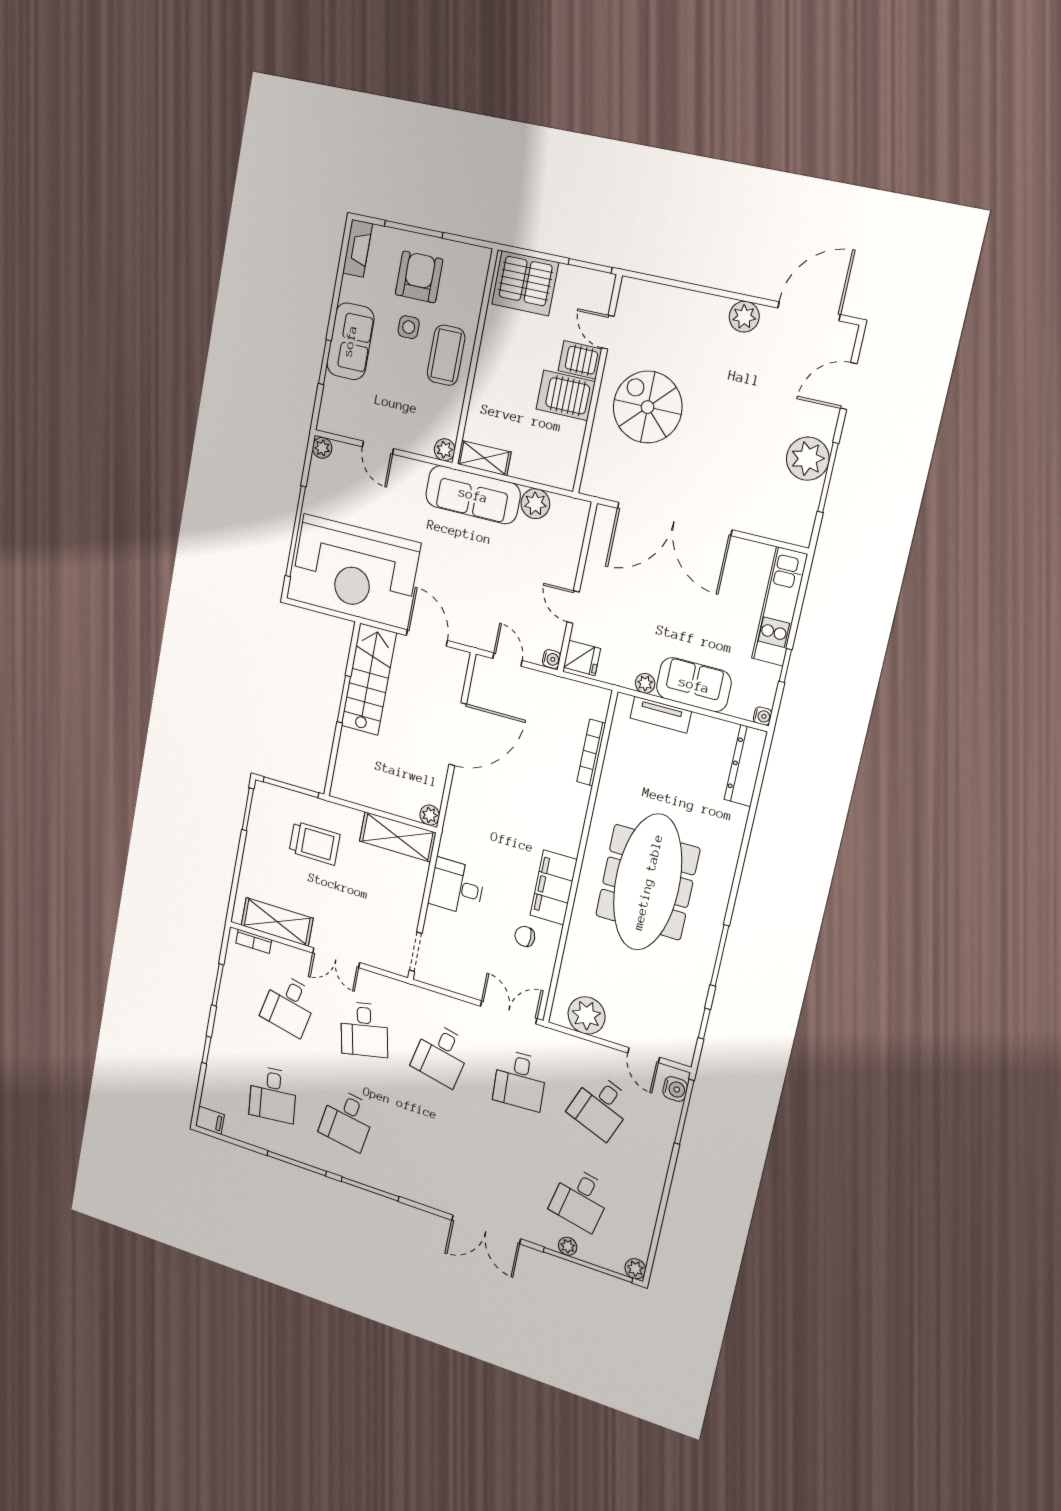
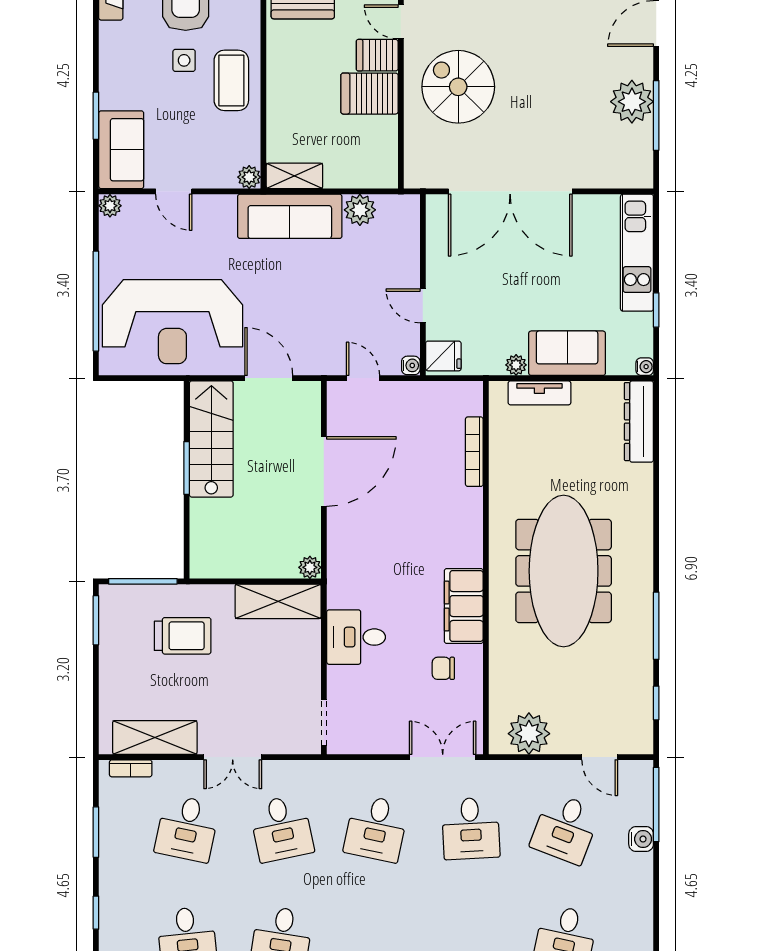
sofa: (350, 341) -> (121, 150), moved
water cooler: (675, 1089) -> (641, 839), moved

